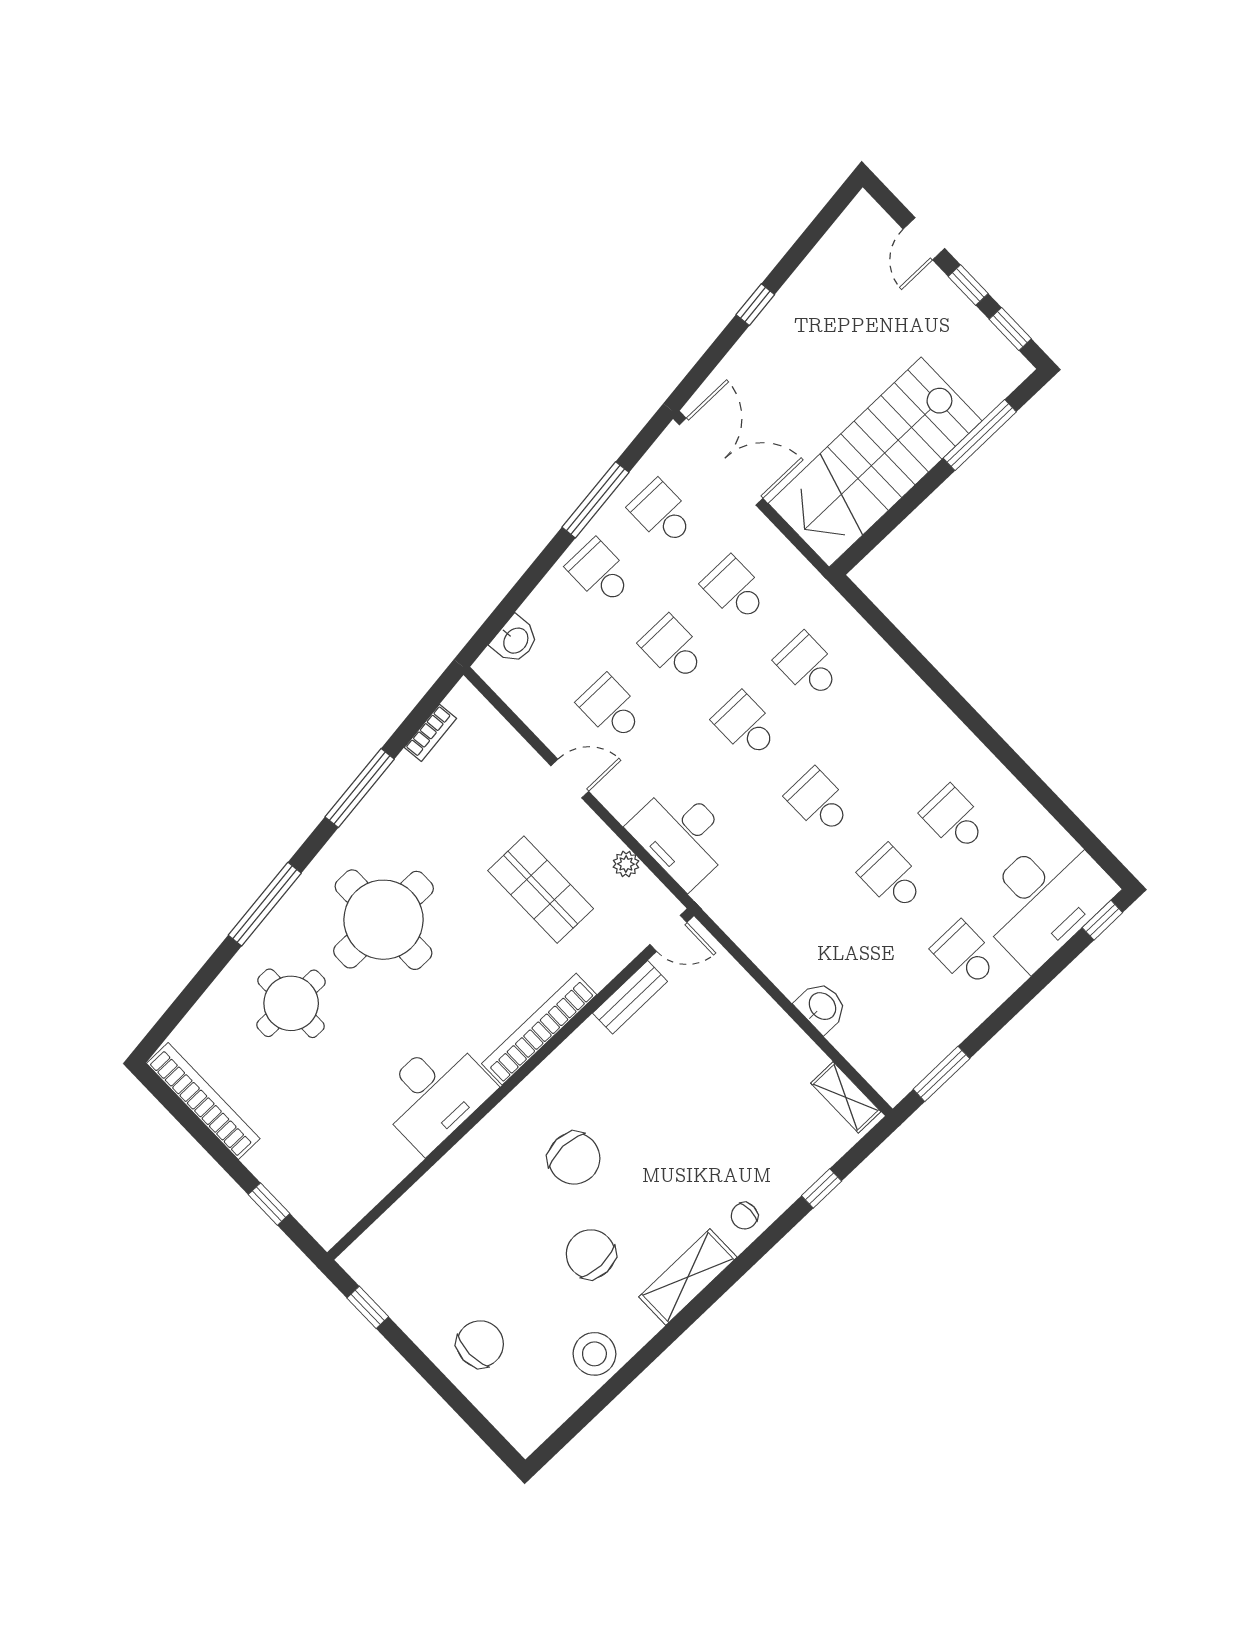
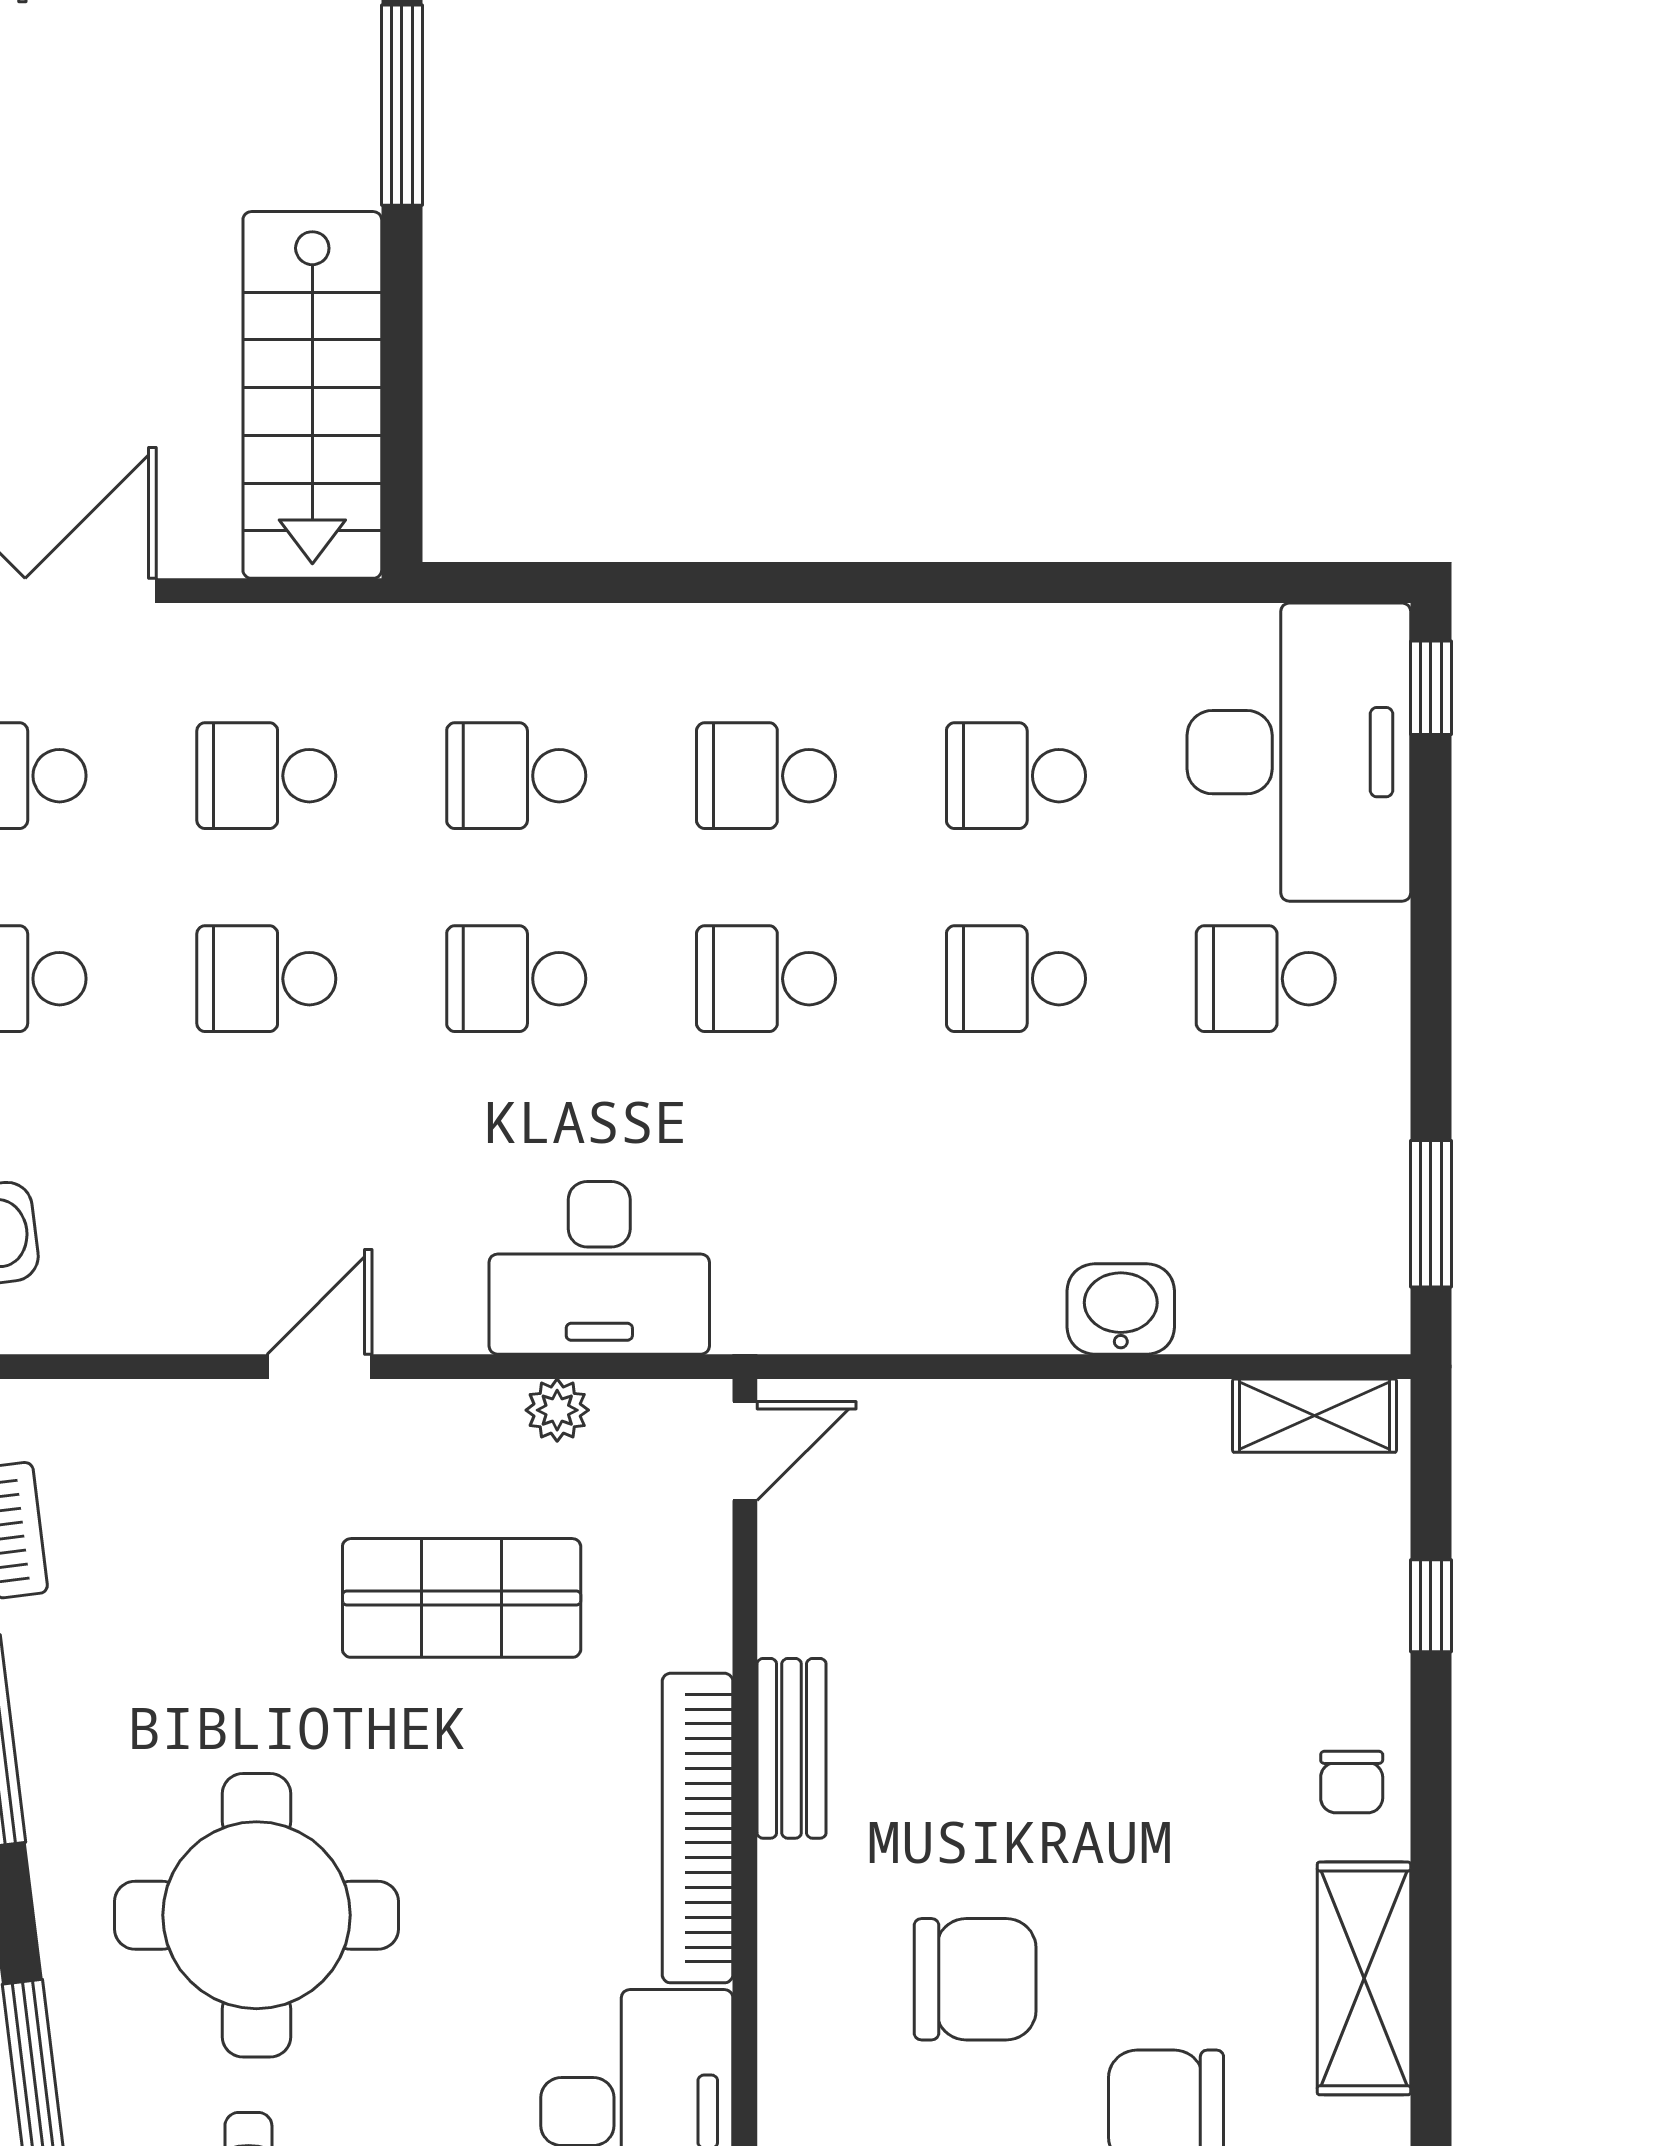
stairs: (875, 462) -> (312, 395), width x0.73, depth x0.66
school desk: (611, 708) -> (766, 776), moved
bench: (630, 997) -> (792, 1748), moved

